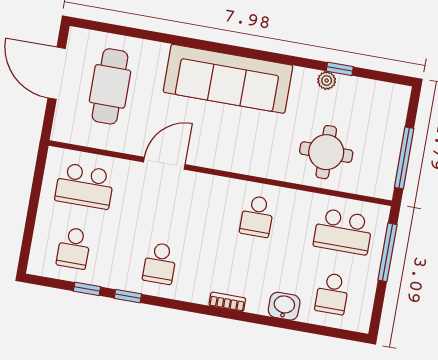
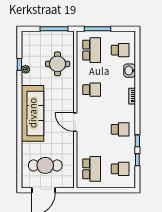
door: (164, 163) -> (75, 122), moved

